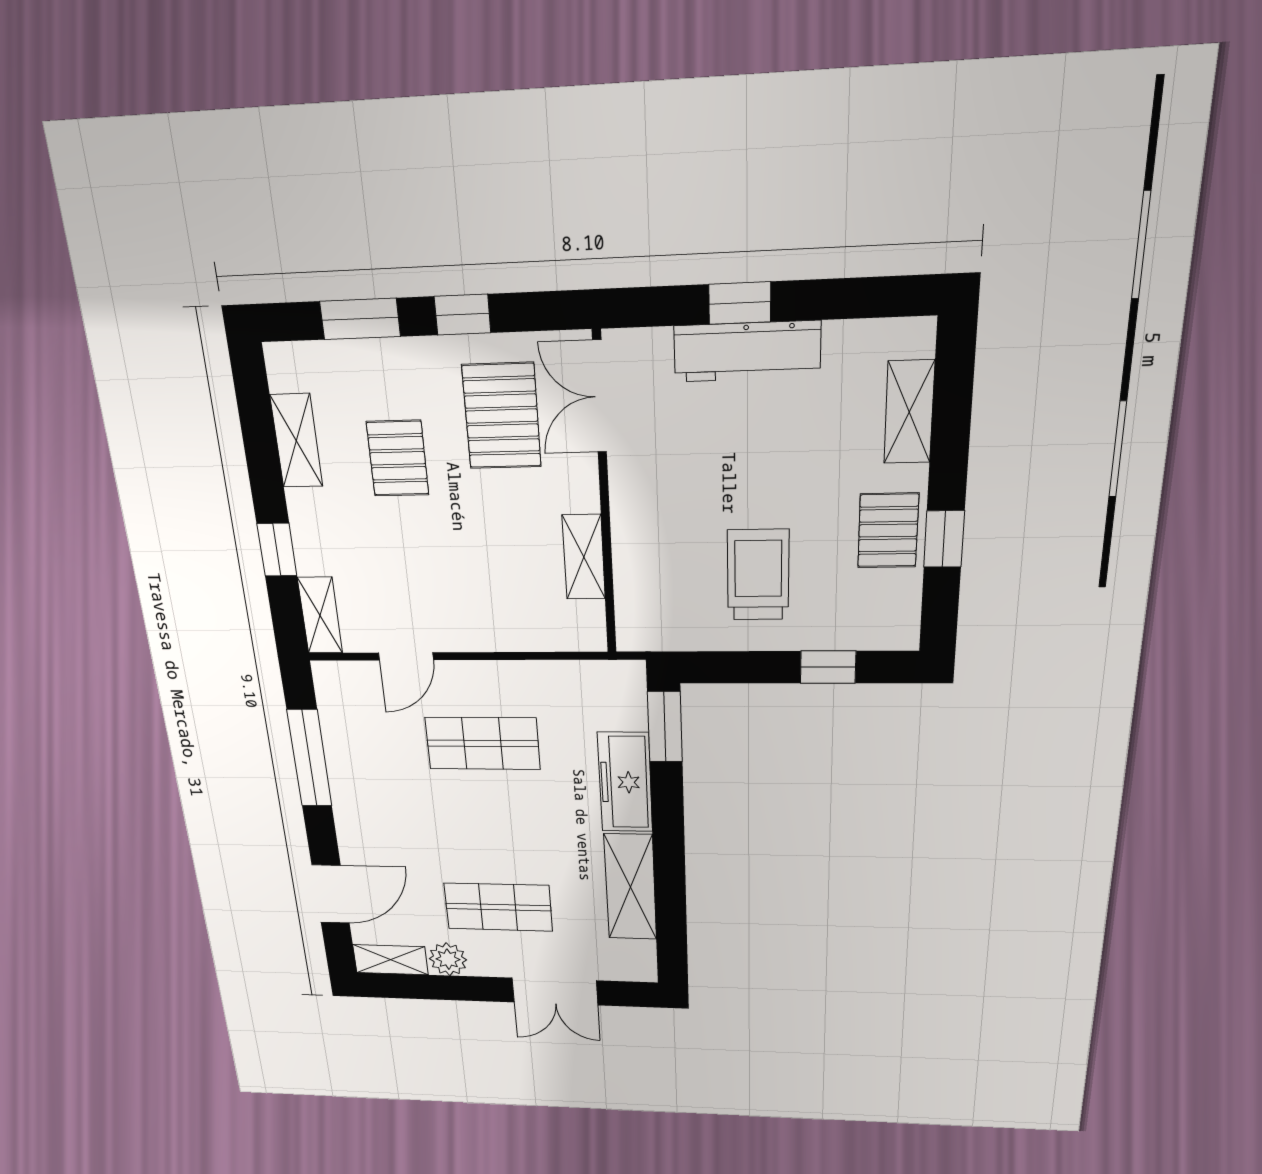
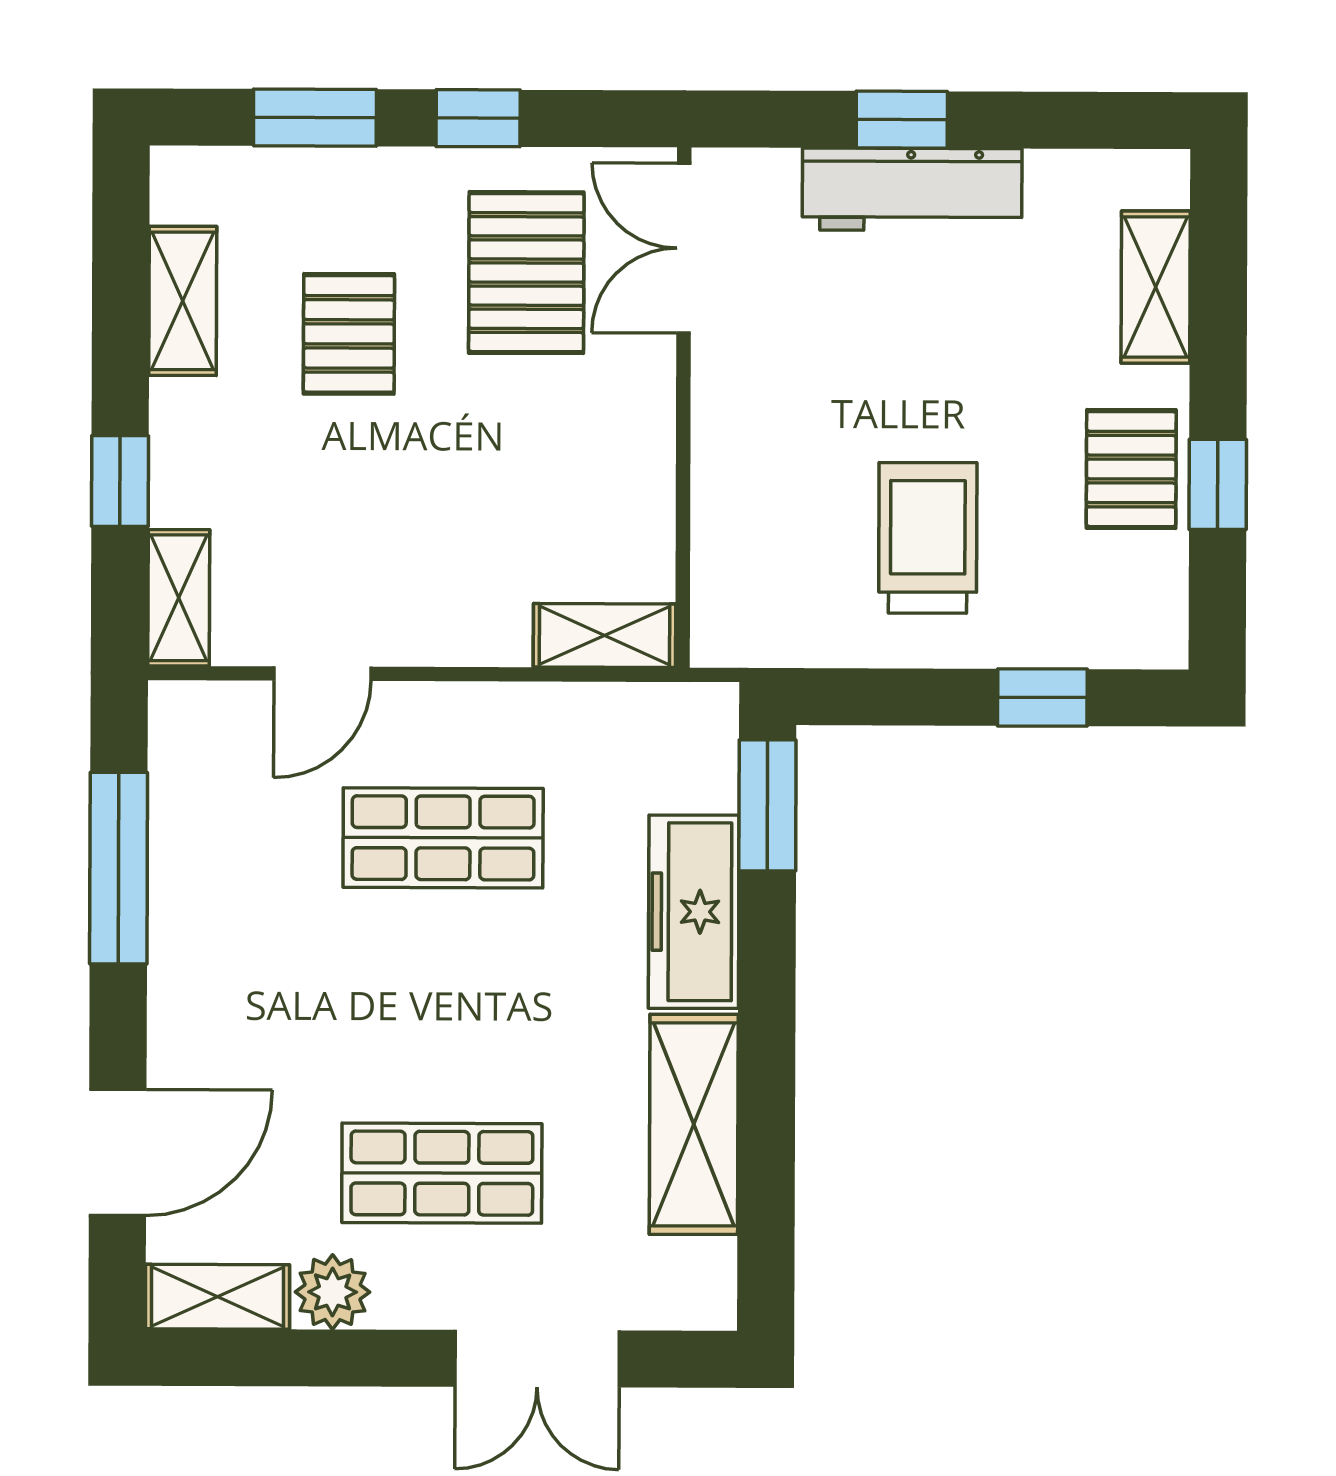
shelving: (584, 557) -> (605, 636), moved, turned 90

